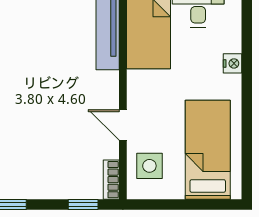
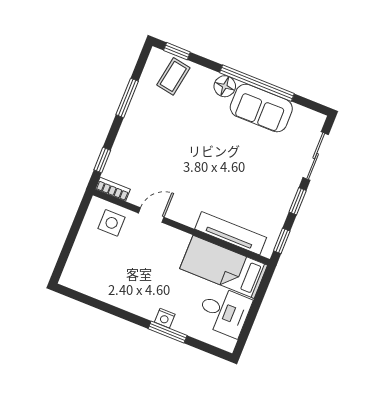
window: (247, 54) -> (168, 332), added
bed: (208, 150) -> (106, 273), removed

